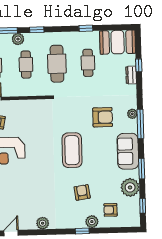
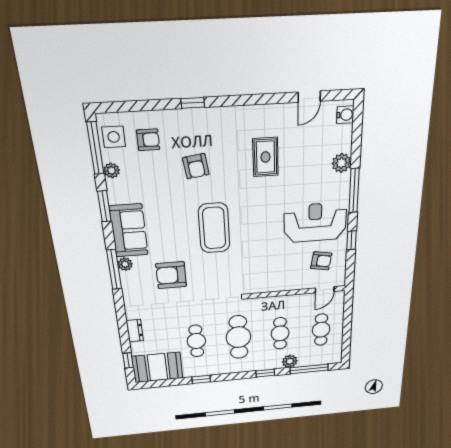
window: (139, 65) -> (128, 360), moved
plant: (132, 114) -> (125, 264), moved
plant: (130, 187) -> (112, 170), width x0.53, depth x0.53
rug: (38, 197) -> (266, 157), added
window: (143, 206) -> (95, 148), width x2.17
side table: (131, 212) -> (114, 137), added
plant: (92, 222) -> (178, 119), removed
plant: (43, 223) -> (258, 115), removed

